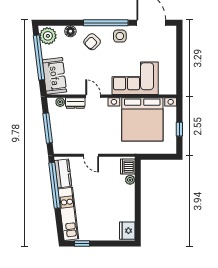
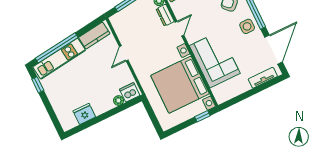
tv unit: (171, 44) -> (263, 78), added
window: (179, 129) -> (202, 116), moved
window: (55, 185) -> (57, 48), moved
fridge: (127, 231) -> (84, 114), moved

